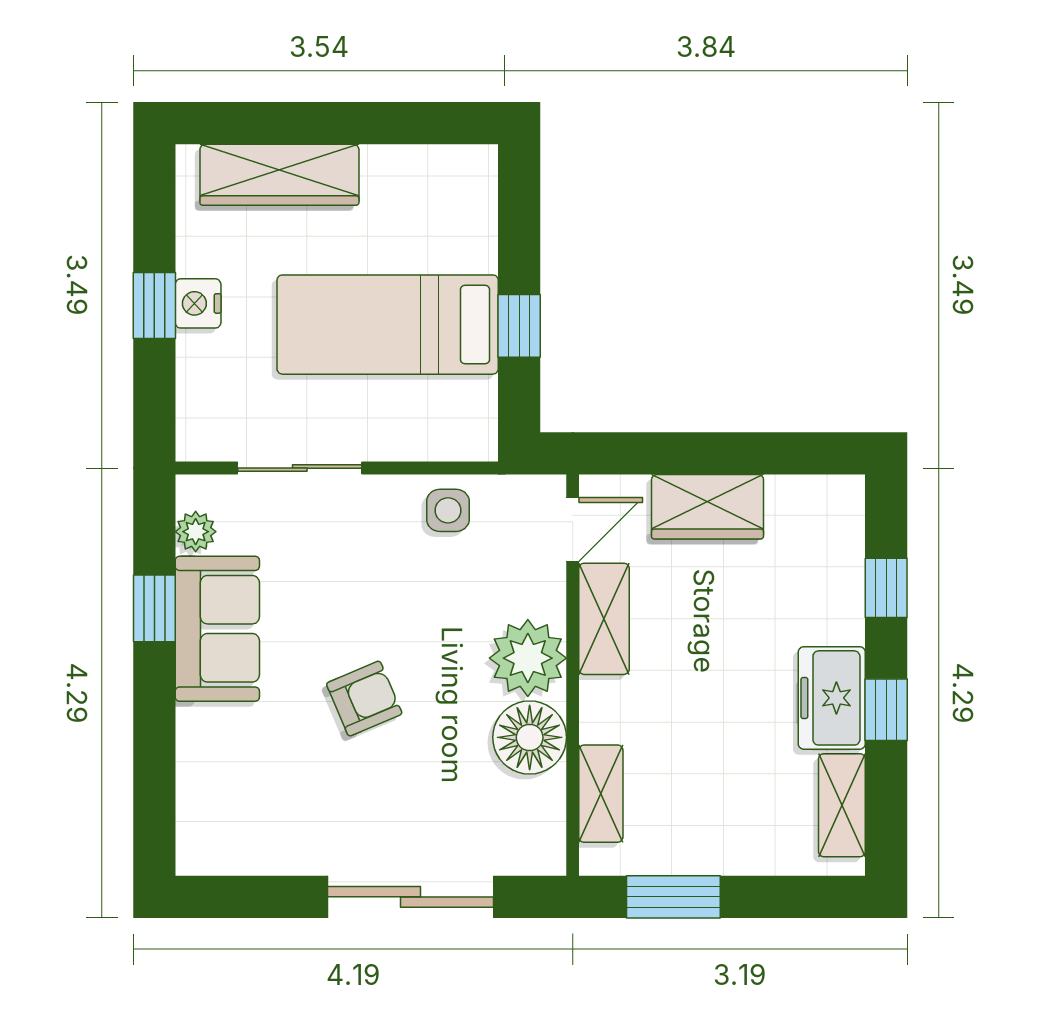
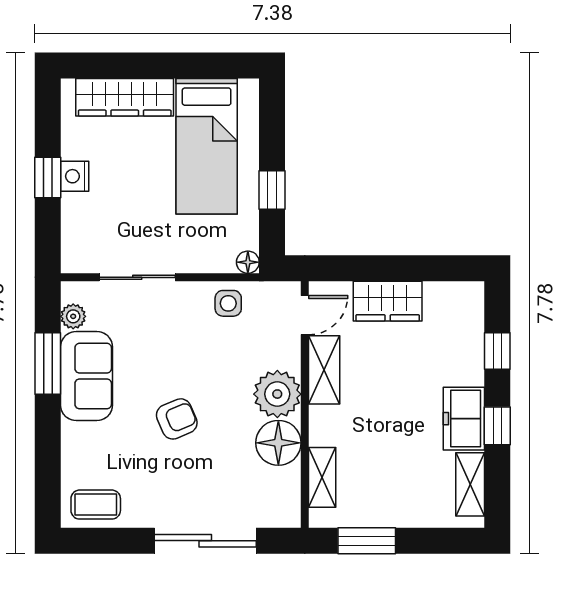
bed: (388, 325) -> (207, 146), moved, turned -90
floor lamp: (480, 443) -> (248, 262), added
window: (154, 608) -> (48, 364), width x1.50
coffee table: (232, 838) -> (96, 505), added

